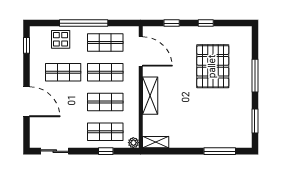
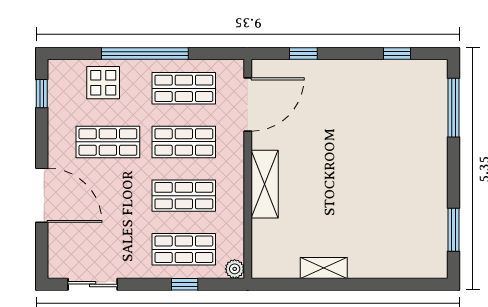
window: (206, 23) -> (397, 53), moved
door: (141, 51) -> (248, 105), hinge flipped
pallet: (213, 66) -> (378, 131), removed
window: (255, 76) -> (454, 108), moved
shelving: (156, 142) -> (324, 268), moved
window: (220, 151) -> (390, 284), removed

